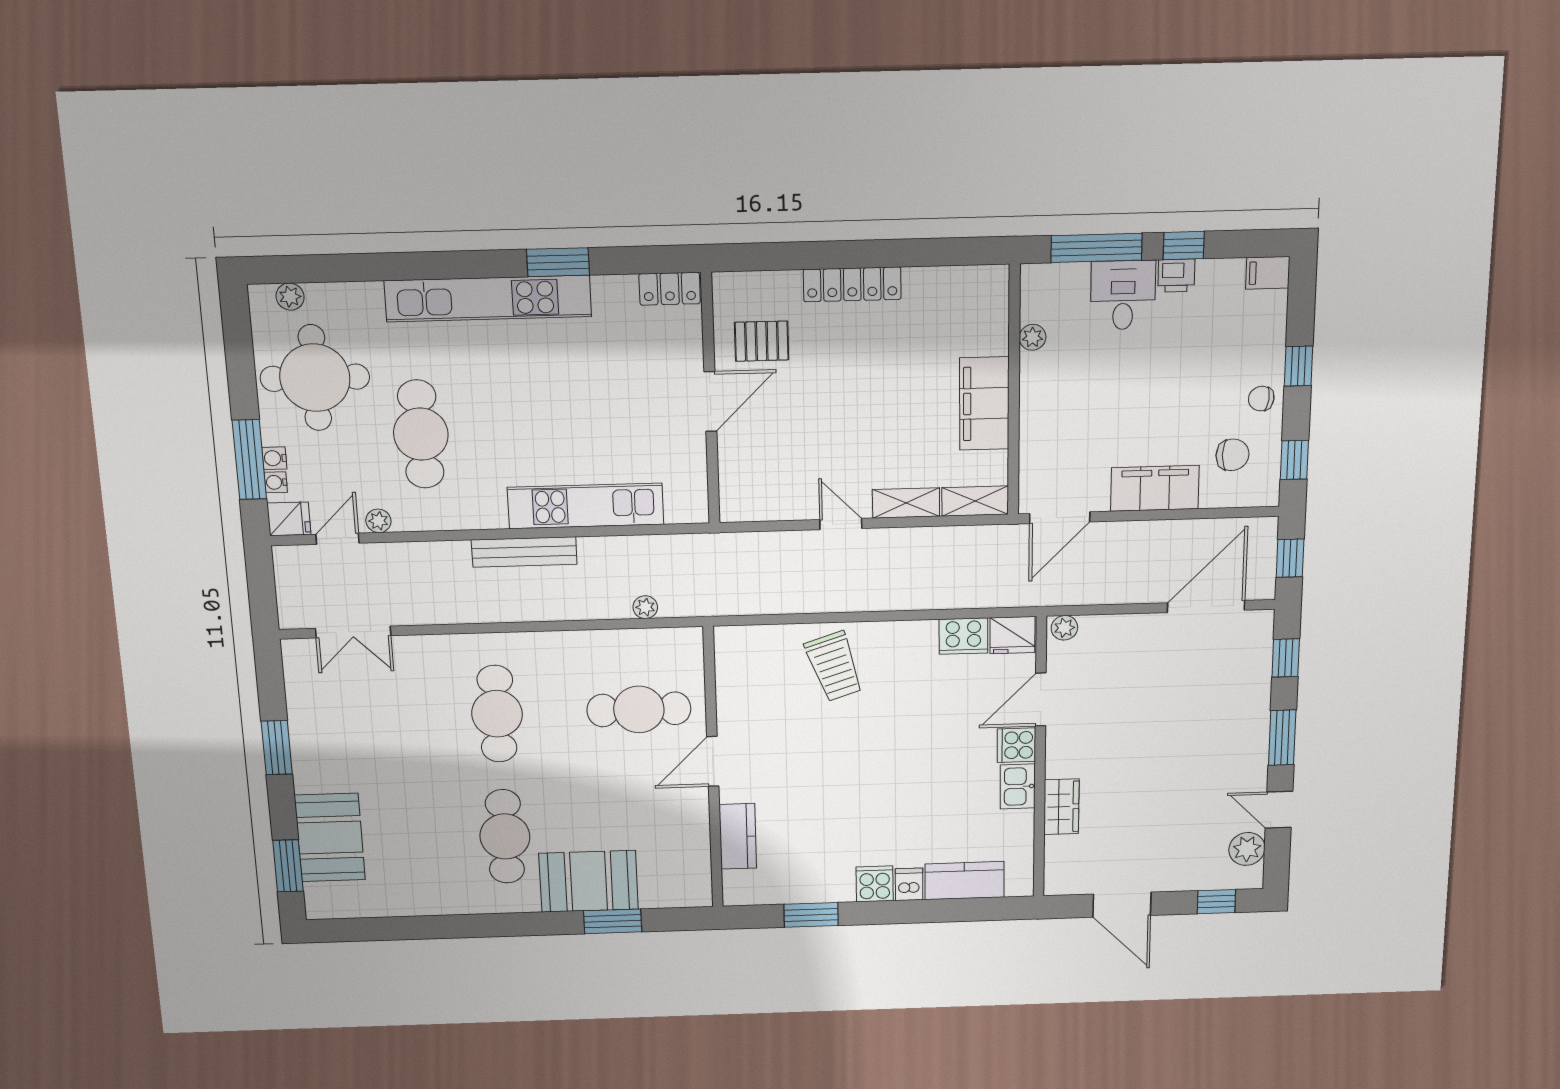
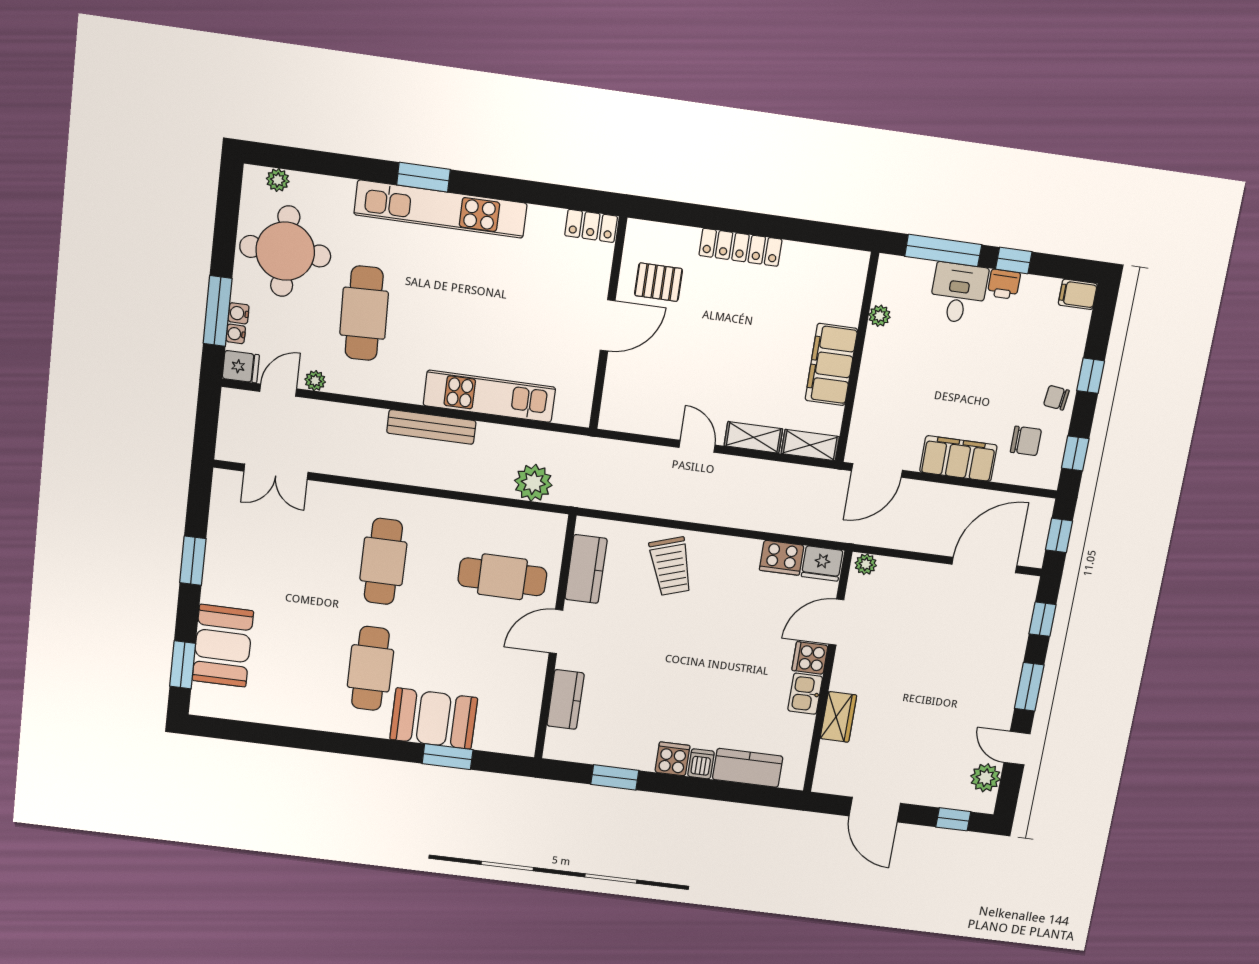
window: (558, 262) -> (423, 177), moved
plant: (645, 607) -> (533, 483), width x1.87, depth x1.87
kitchen counter: (735, 685) -> (586, 569), added

